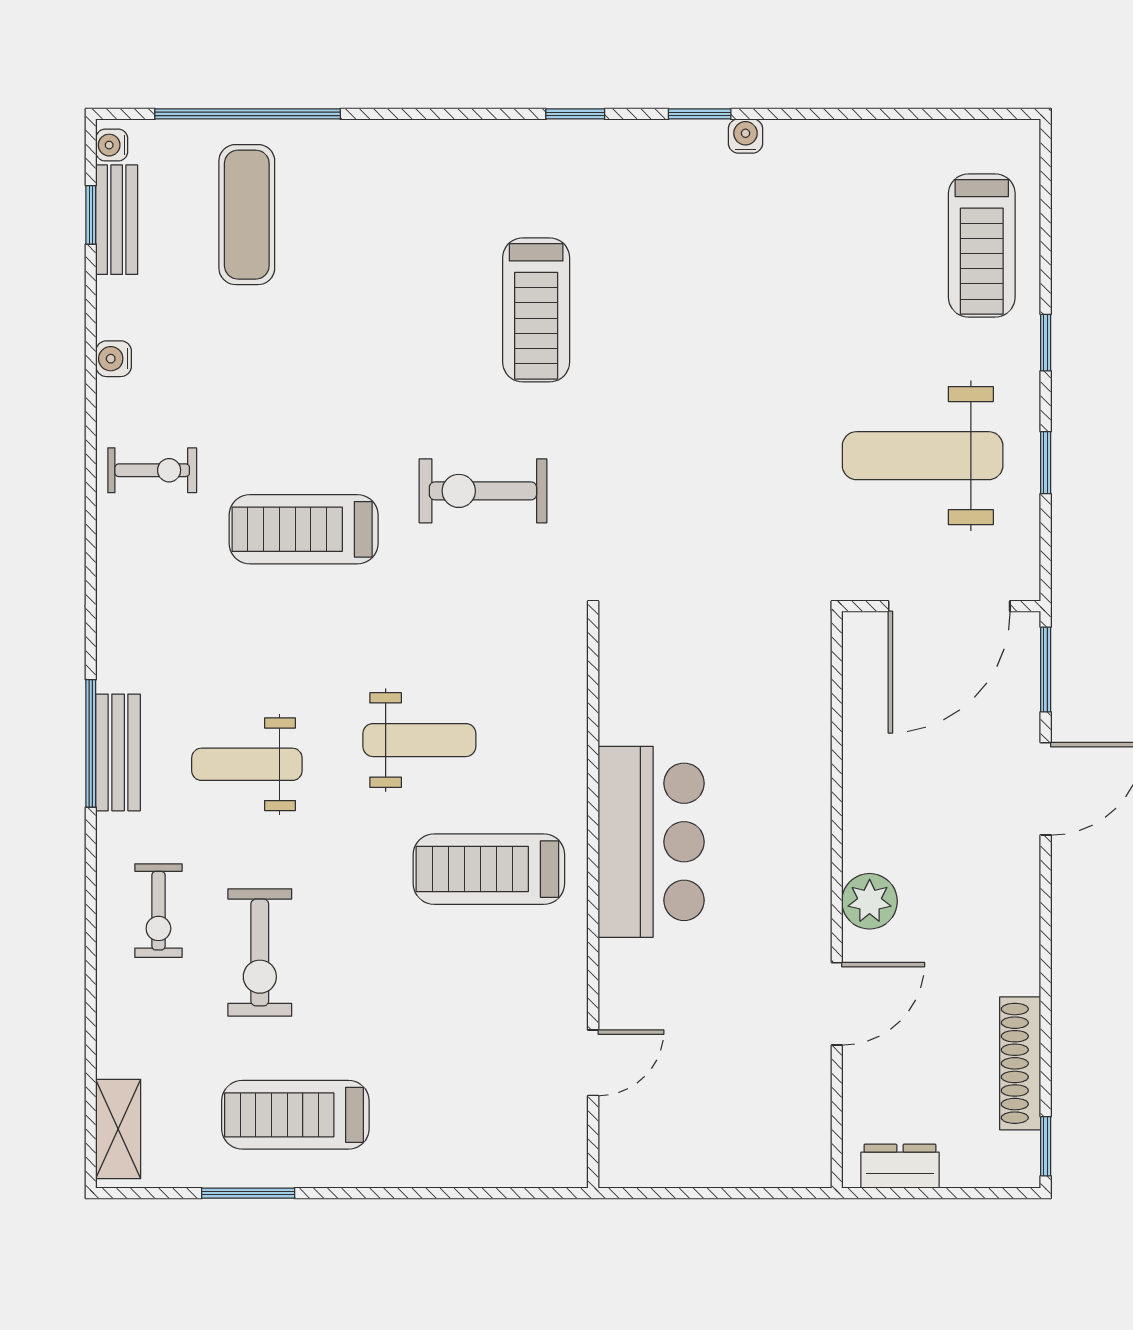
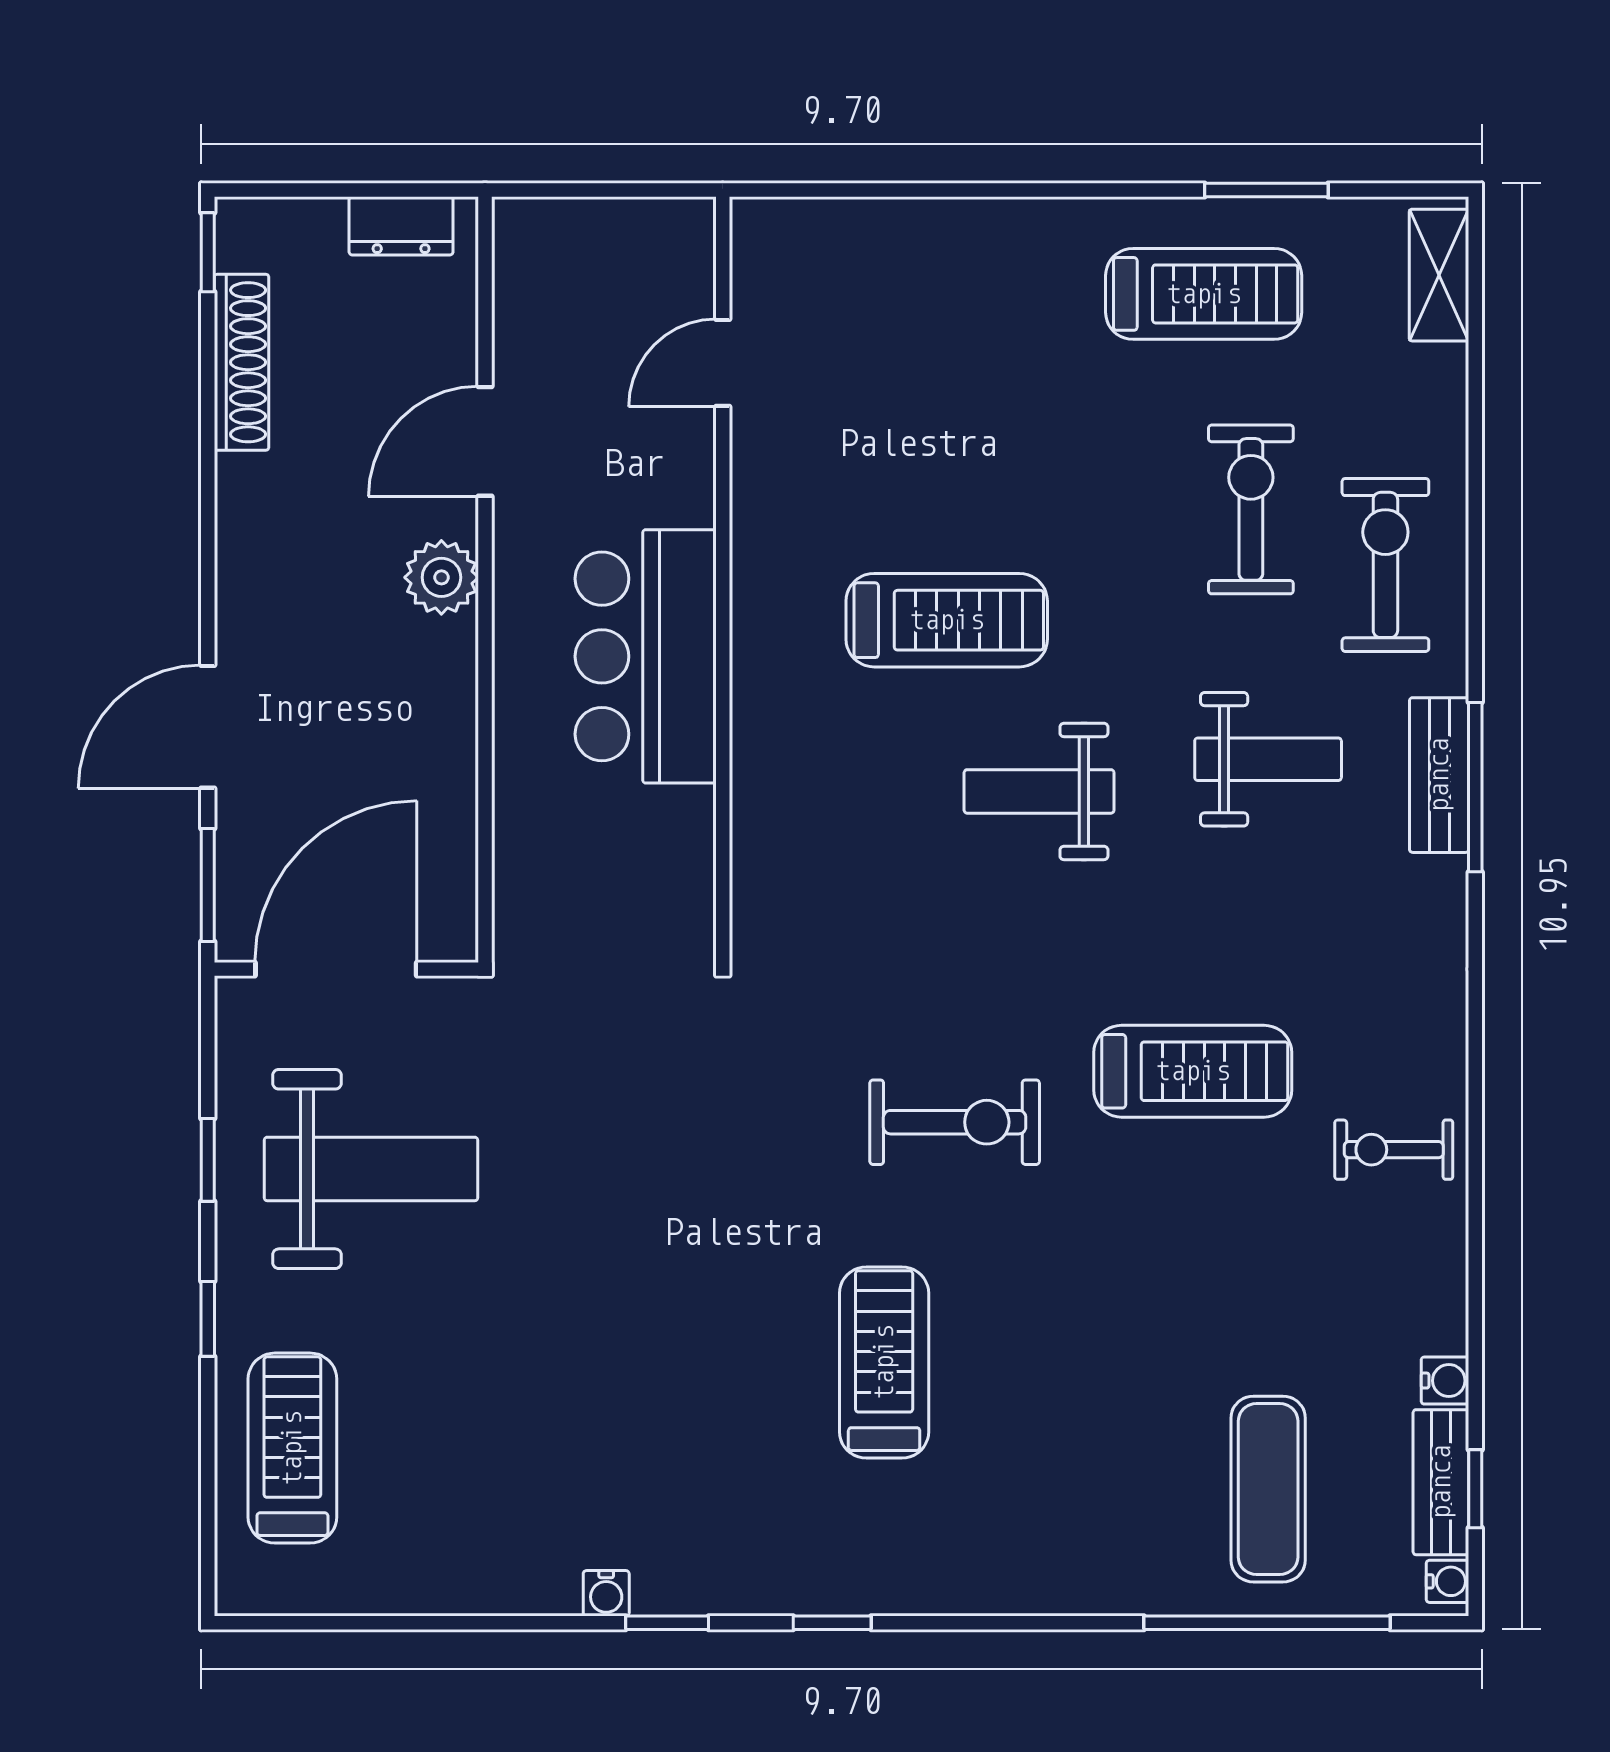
water cooler: (114, 359) -> (1445, 1381), moved
bar counter: (651, 842) -> (646, 656), moved
wall: (593, 900) -> (723, 580), moved
exercise bike: (158, 911) -> (1385, 565), width x1.38, depth x1.39
door: (593, 1063) -> (723, 363), moved

